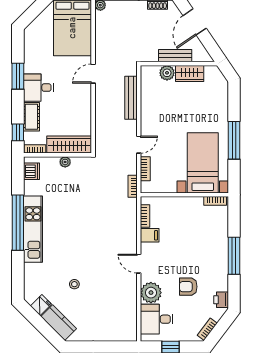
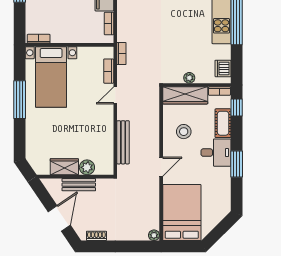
stool: (71, 108) -> (184, 132), added

